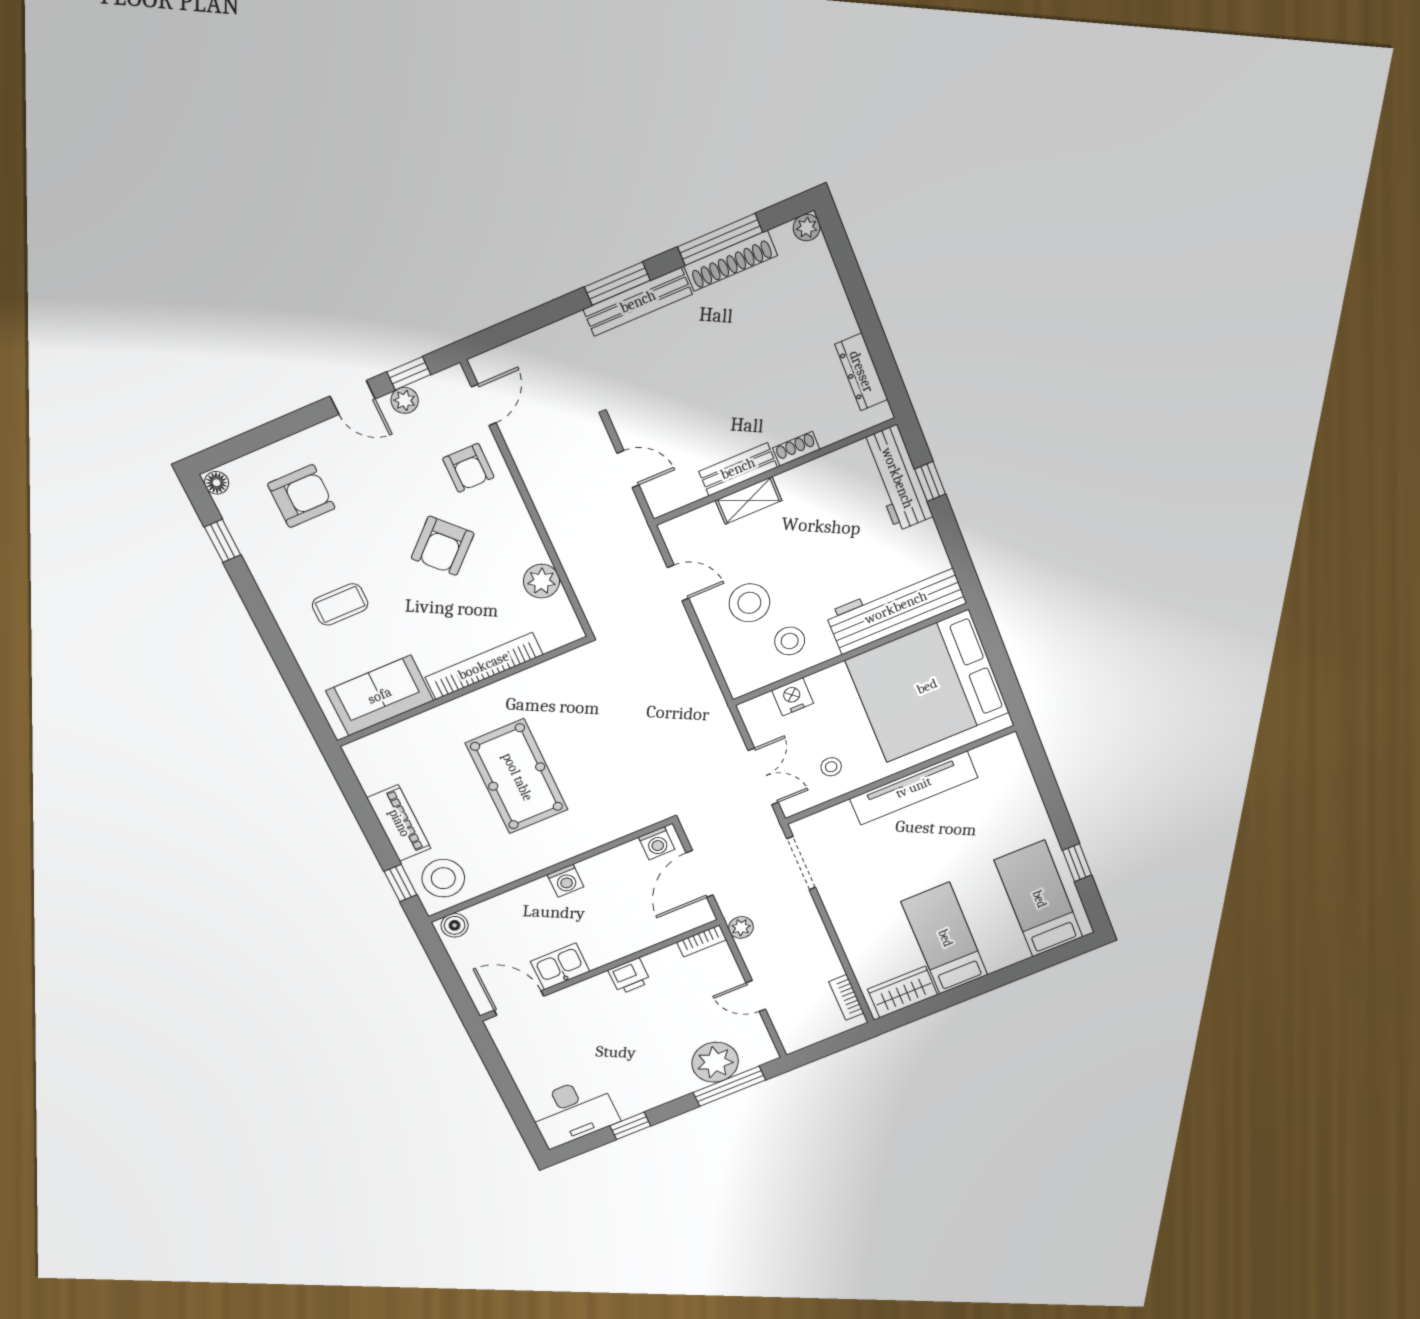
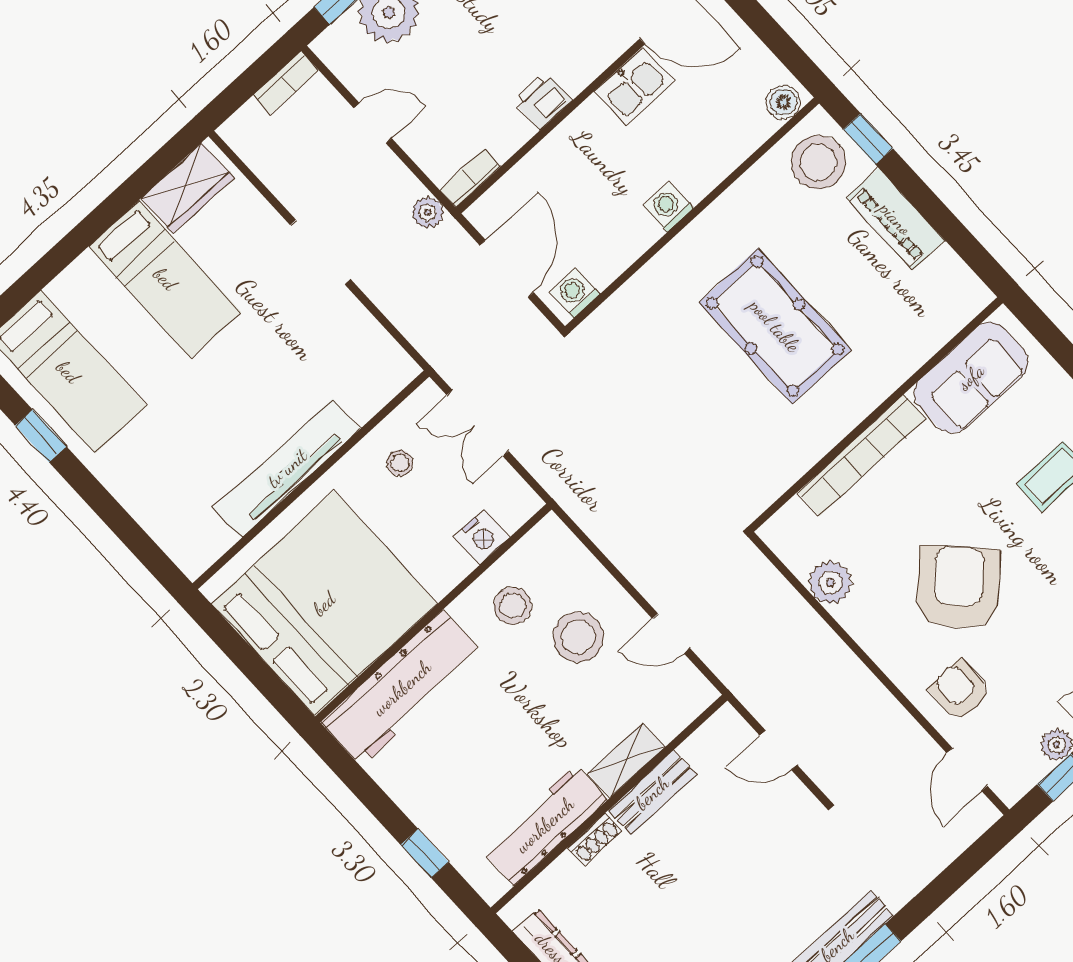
workbench: (897, 478) -> (545, 825), moved, turned -90
armchair: (443, 546) -> (958, 588), width x1.36, depth x1.36
doorway: (801, 863) -> (320, 252), moved
bookcase: (846, 997) -> (286, 83), moved, turned 90

